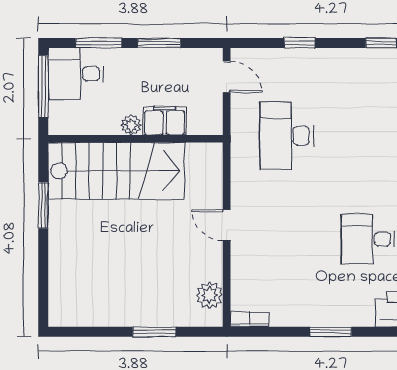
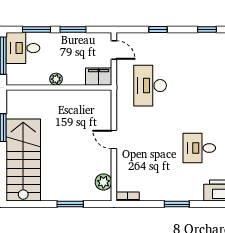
filing cabinet: (165, 121) -> (99, 77), moved
stairs: (116, 171) -> (23, 160), moved, turned -90

